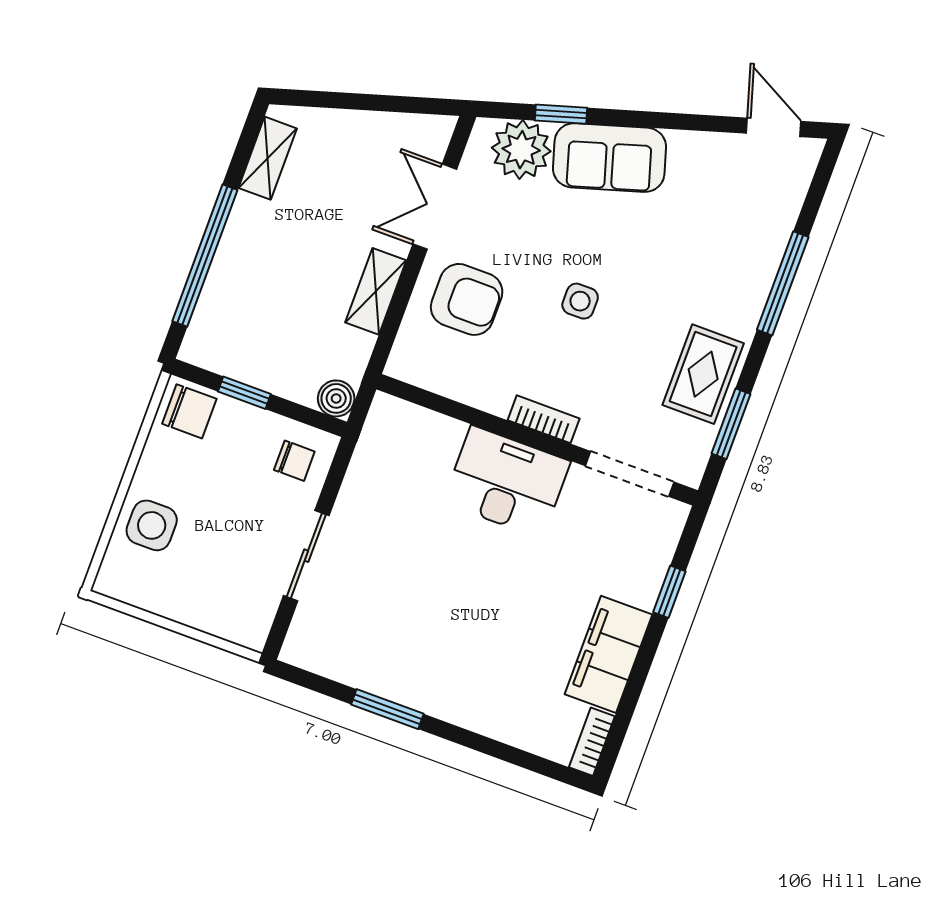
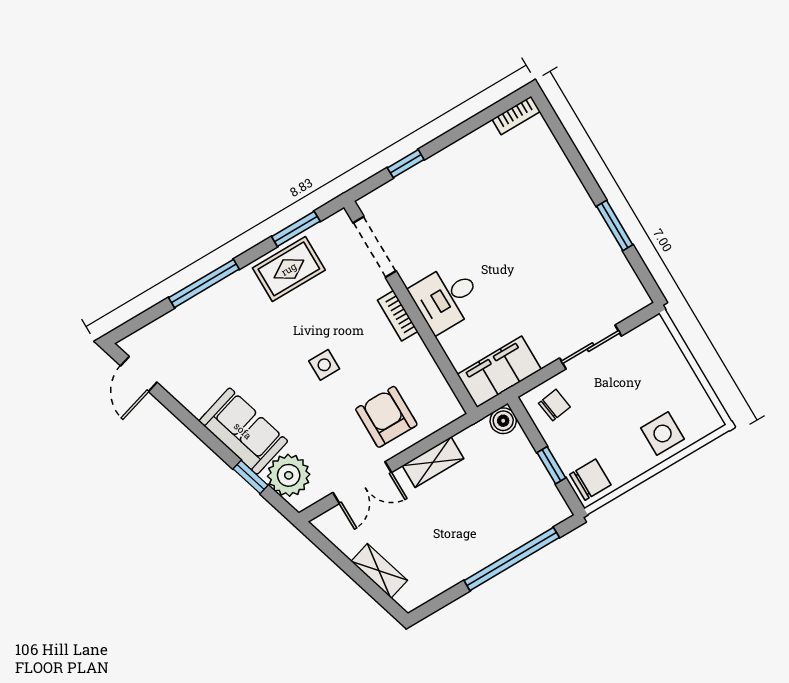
shelving: (268, 158) -> (379, 571), moved, turned 73
chair: (189, 411) -> (590, 480), turned 90
chair: (294, 461) -> (554, 405), turned 82
desk: (507, 482) -> (446, 298), width x0.73
filing cabinet: (609, 654) -> (499, 372), moved, turned 180

